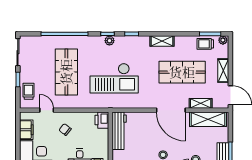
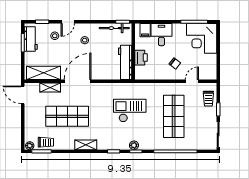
shelving: (223, 71) -> (29, 118), removed
checkout: (114, 78) -> (130, 111), width x0.73, depth x0.83
door: (47, 110) -> (192, 81), swing flipped
door: (171, 110) -> (78, 81), hinge flipped
printer: (102, 120) -> (141, 58), moved
filing cabinet: (26, 130) -> (210, 63), removed

